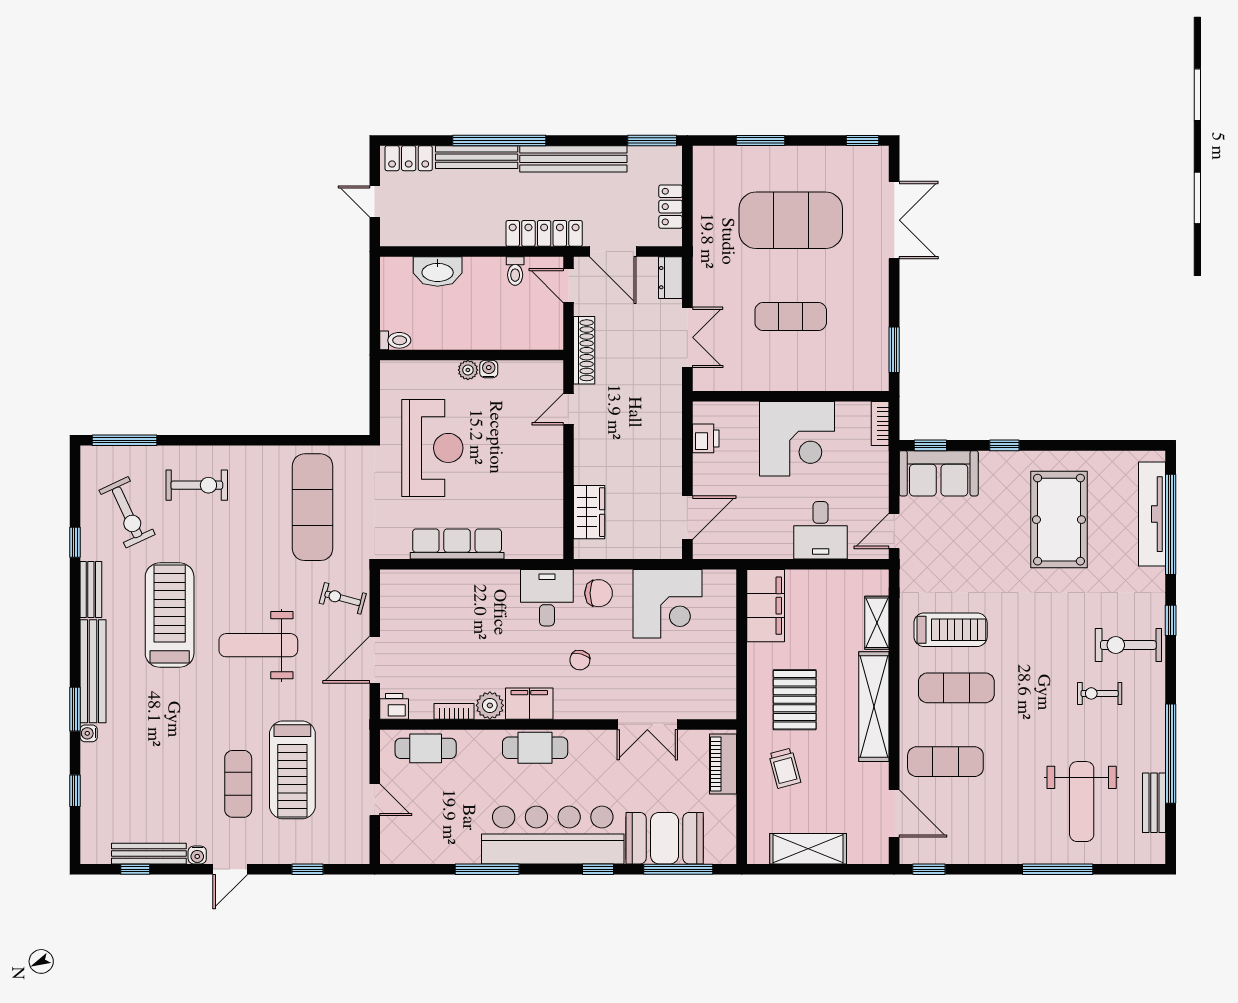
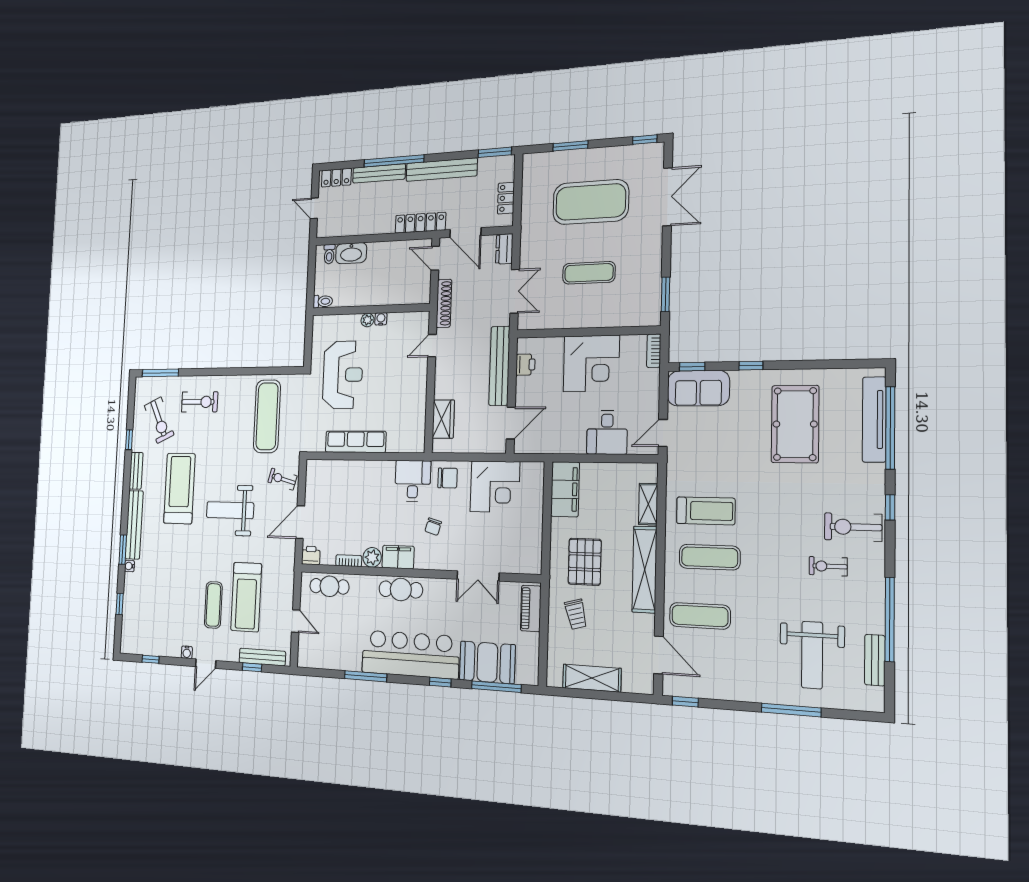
toilet: (515, 271) -> (329, 254), moved
bench: (669, 439) -> (499, 366), added
bench: (149, 854) -> (262, 657), moved

